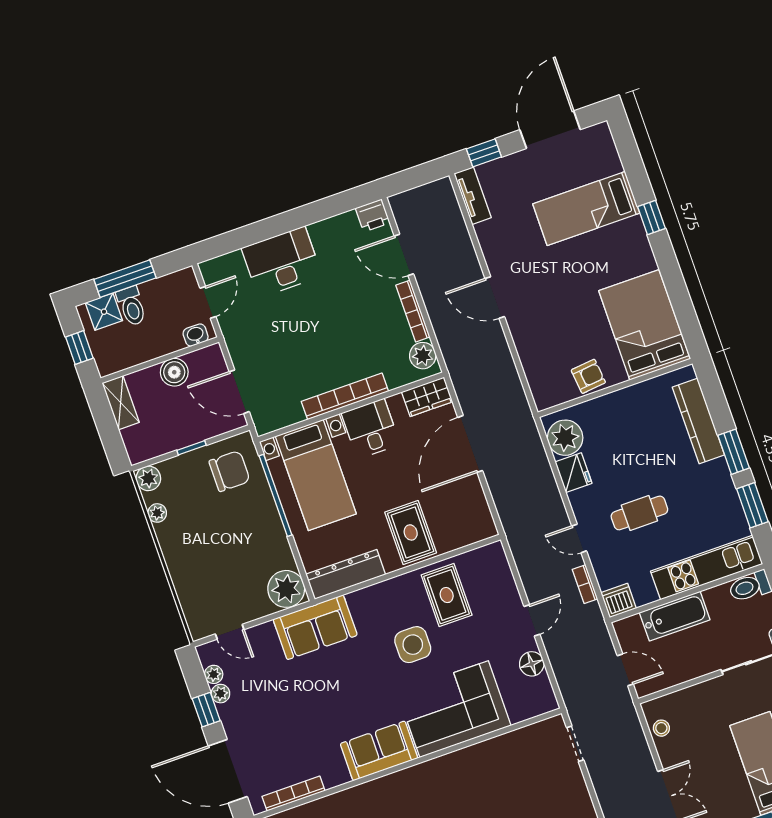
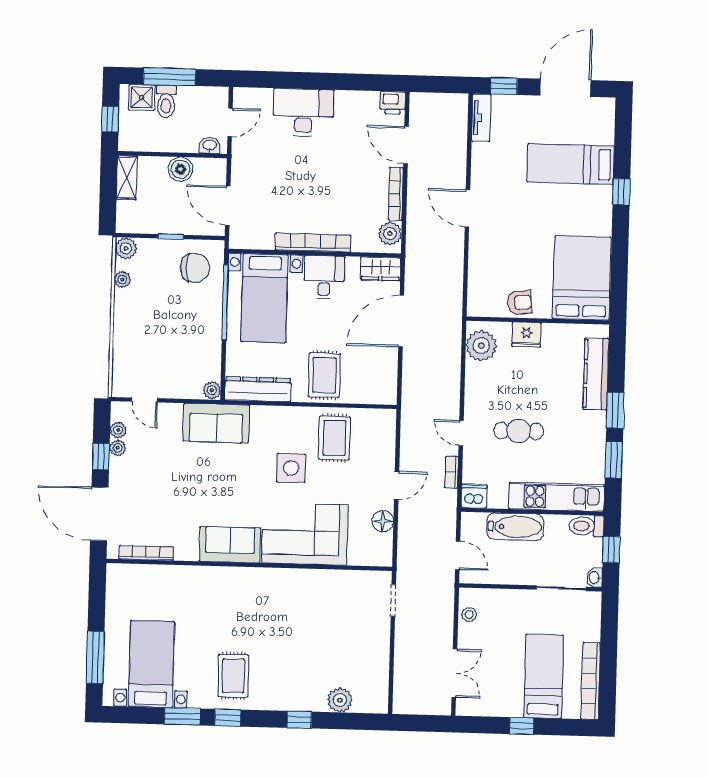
fridge: (573, 473) -> (526, 335), moved, turned 90
plant: (286, 589) -> (212, 390), width x0.53, depth x0.53

